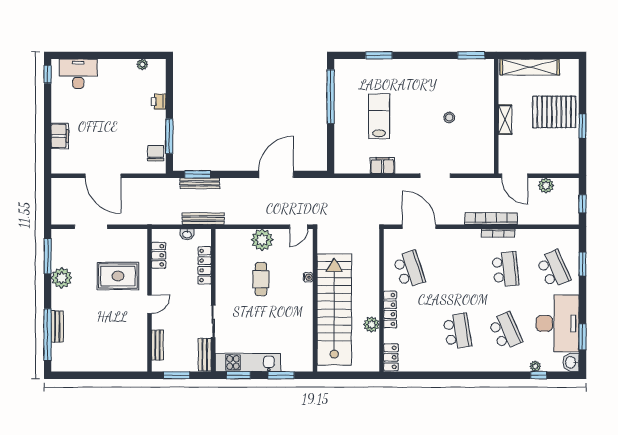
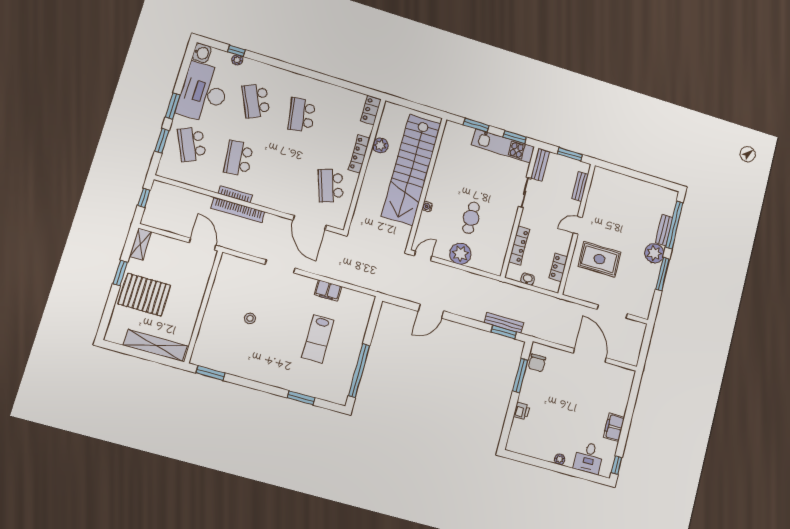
plant: (142, 64) -> (560, 459), moved
desk: (78, 74) -> (589, 458), width x0.73
shelving: (505, 120) -> (140, 244), moved
filing cabinet: (60, 136) -> (614, 427), moved
door: (276, 174) -> (431, 311), width x0.73
plant: (546, 186) -> (175, 226), removed
bench: (203, 219) -> (509, 289), removed
window: (48, 256) -> (662, 274), moved
plant: (62, 278) -> (654, 253), moved
window: (582, 337) -> (173, 106), moved

